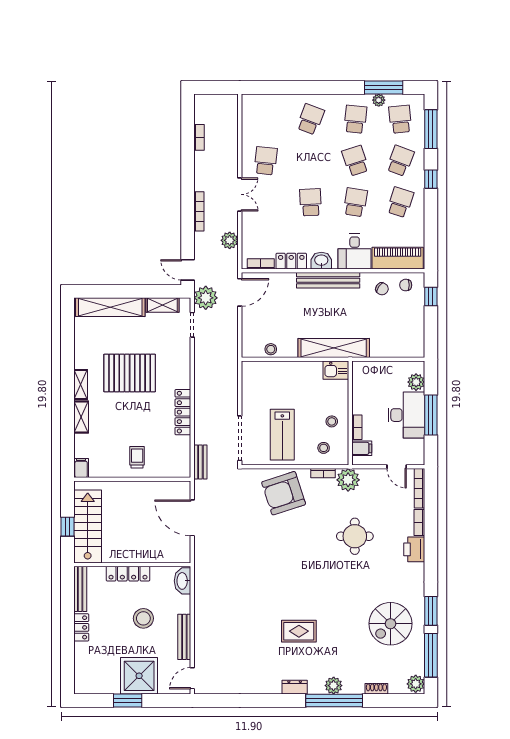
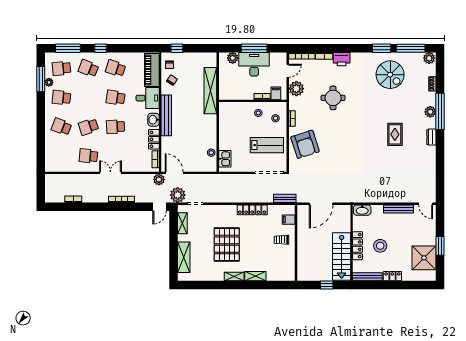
school desk: (355, 161) -> (88, 127), moved
plant: (230, 240) -> (159, 179), moved
shelving: (110, 307) -> (184, 257), width x0.68
shelving: (334, 348) -> (210, 91), moved
kitchen sink: (336, 370) -> (225, 159), moved
filing cabinet: (81, 468) -> (289, 220), moved
plant: (348, 480) -> (296, 89), moved
stairs: (88, 526) -> (342, 257), moved, turned -90
stool: (143, 618) -> (380, 246), moved
shower: (139, 676) -> (424, 258), moved

